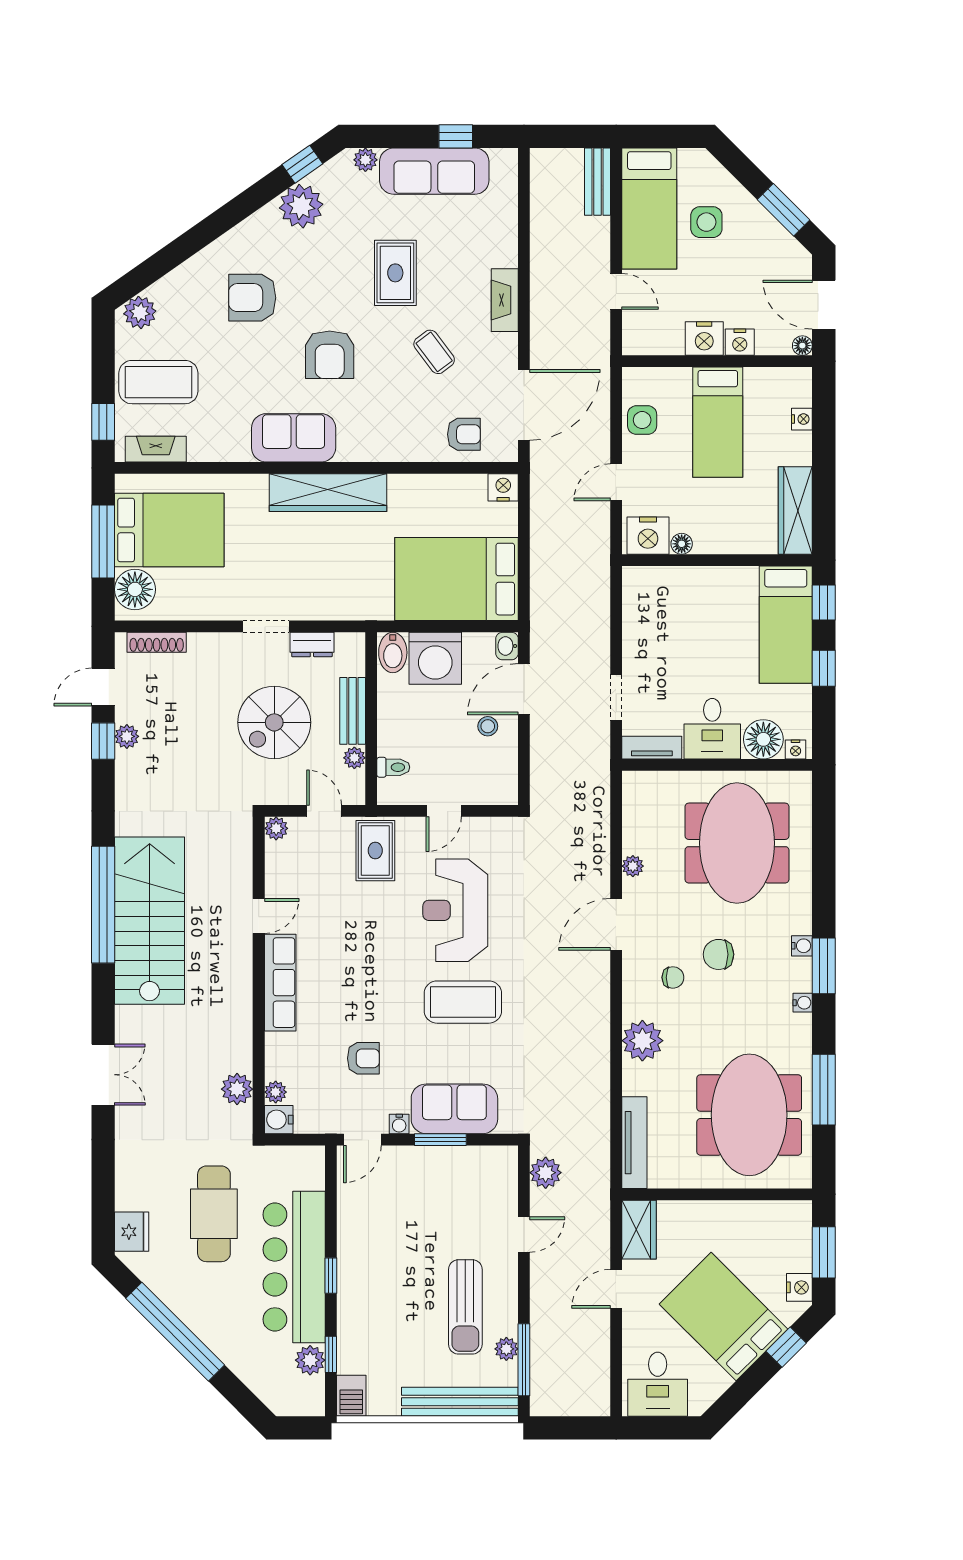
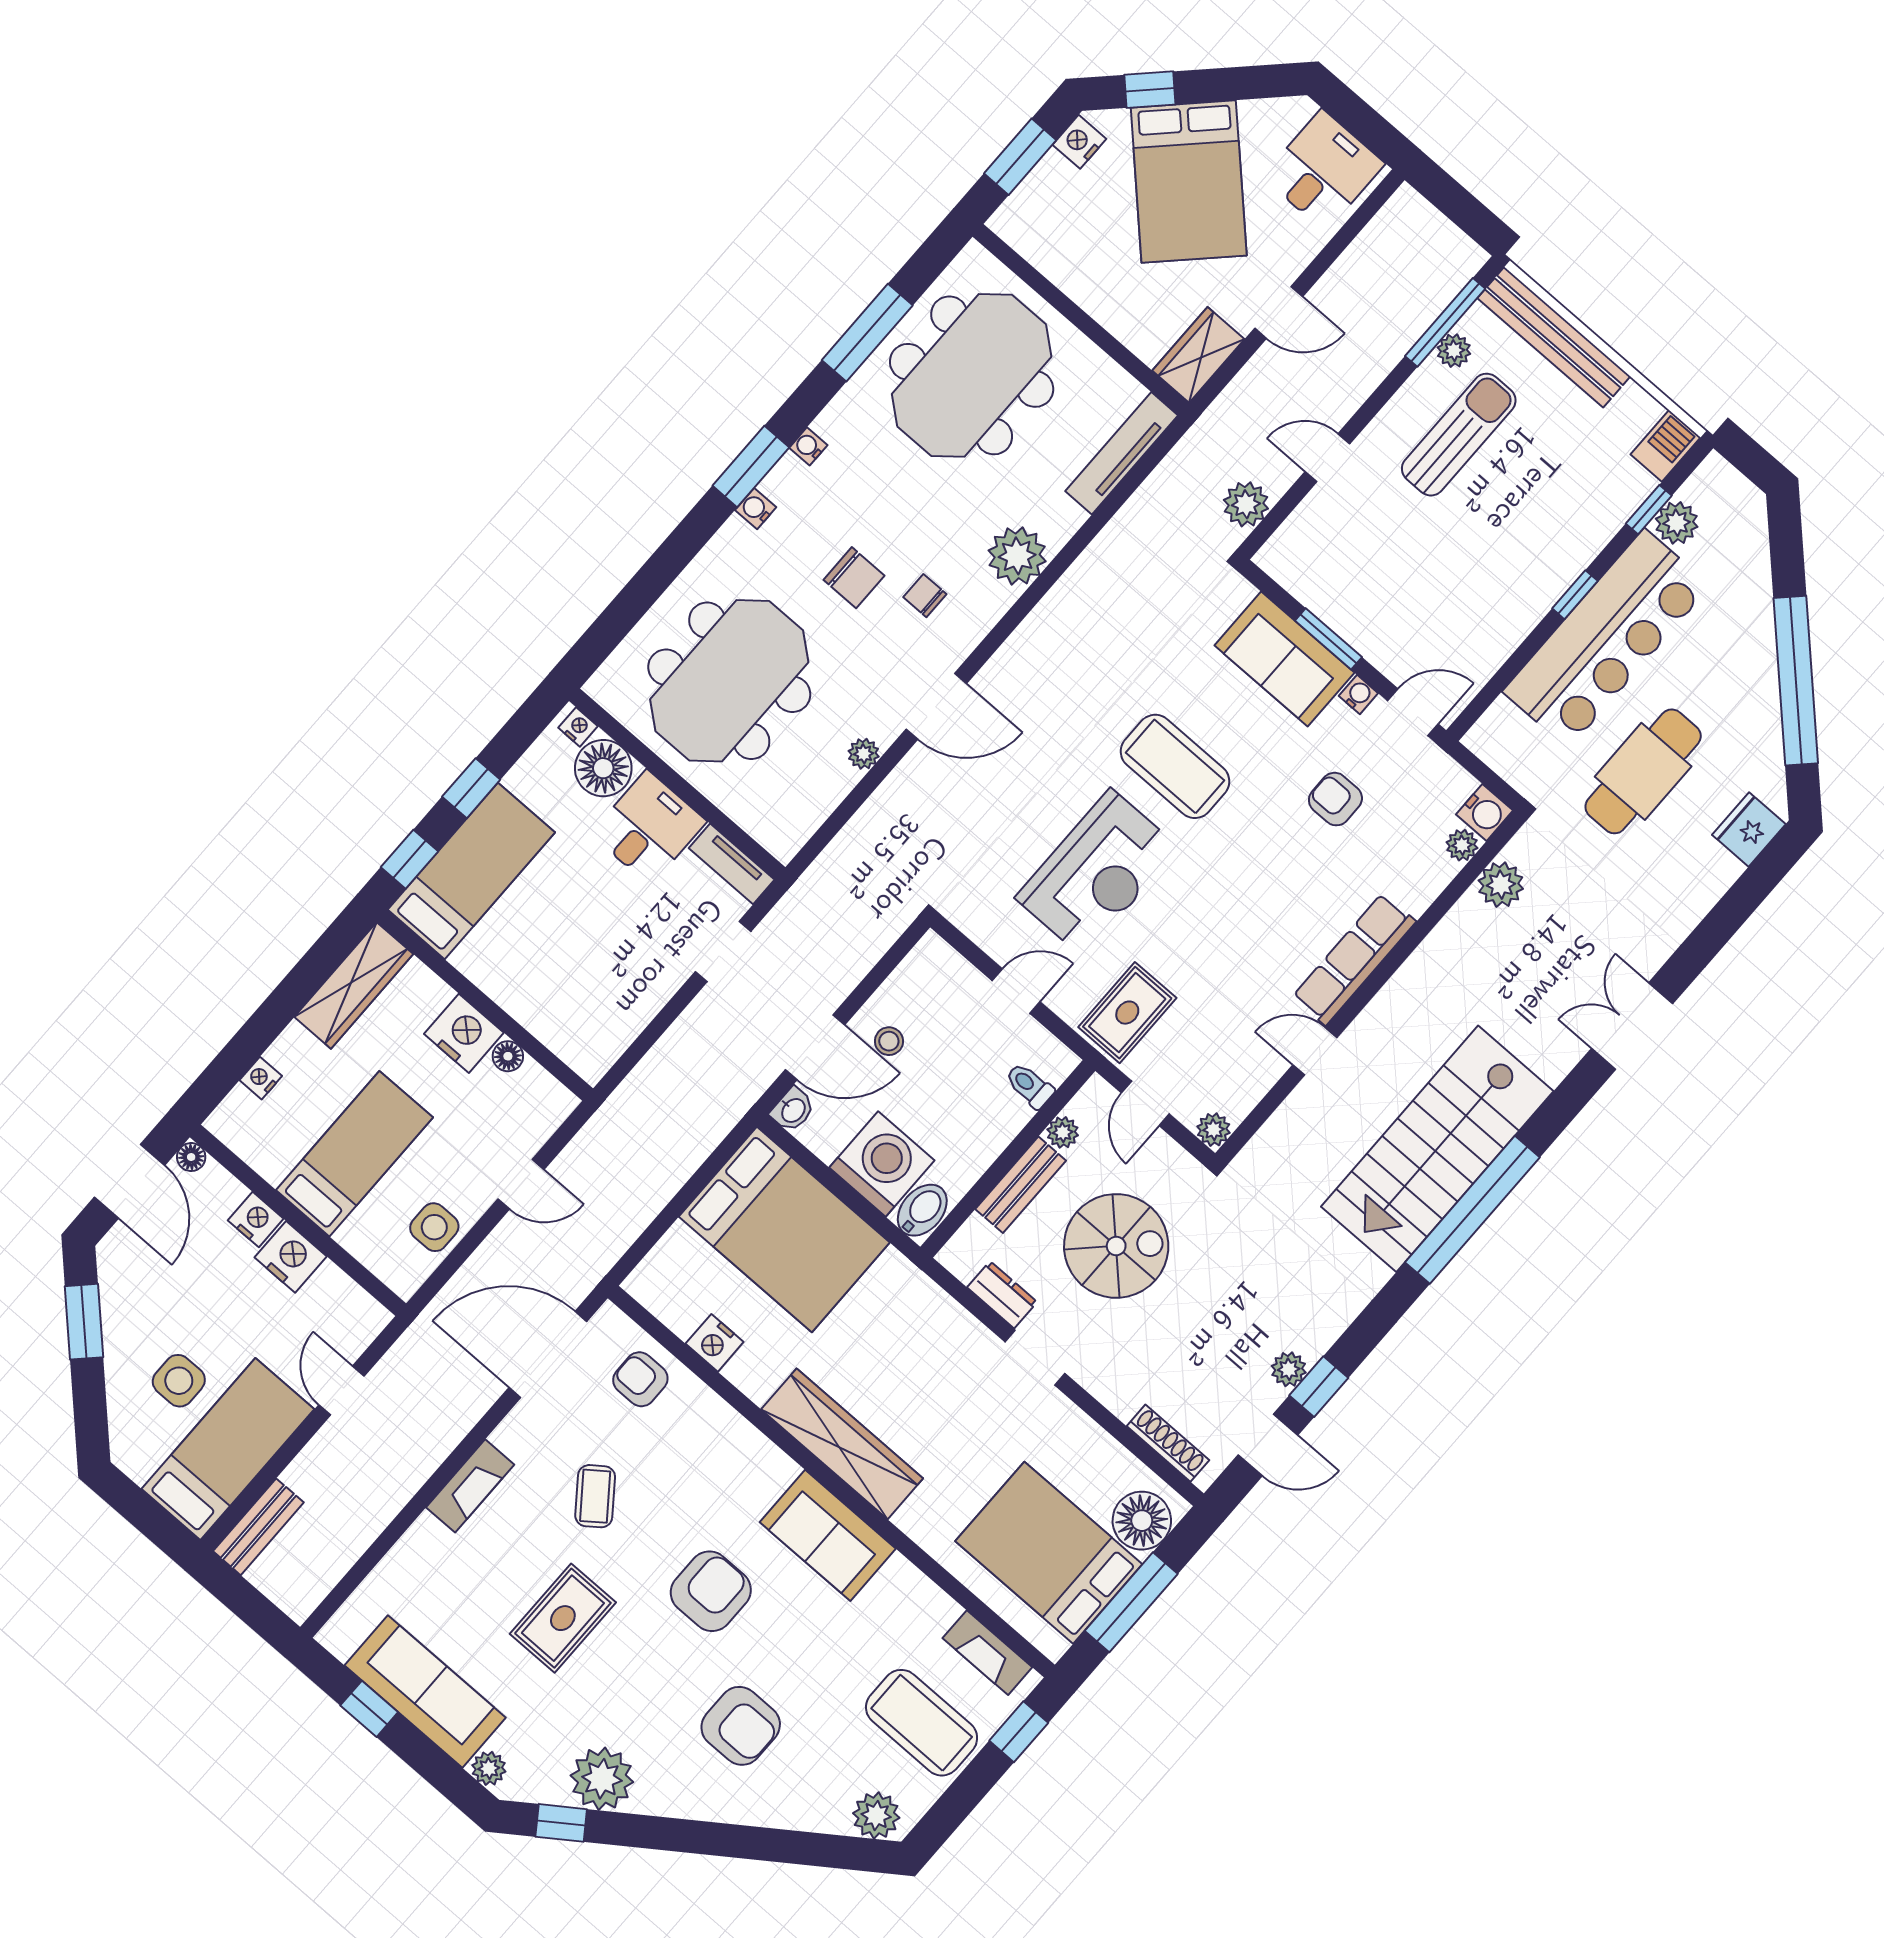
nightstand: (503, 487) -> (715, 1343), moved
nightstand: (648, 536) -> (464, 1033), moved

